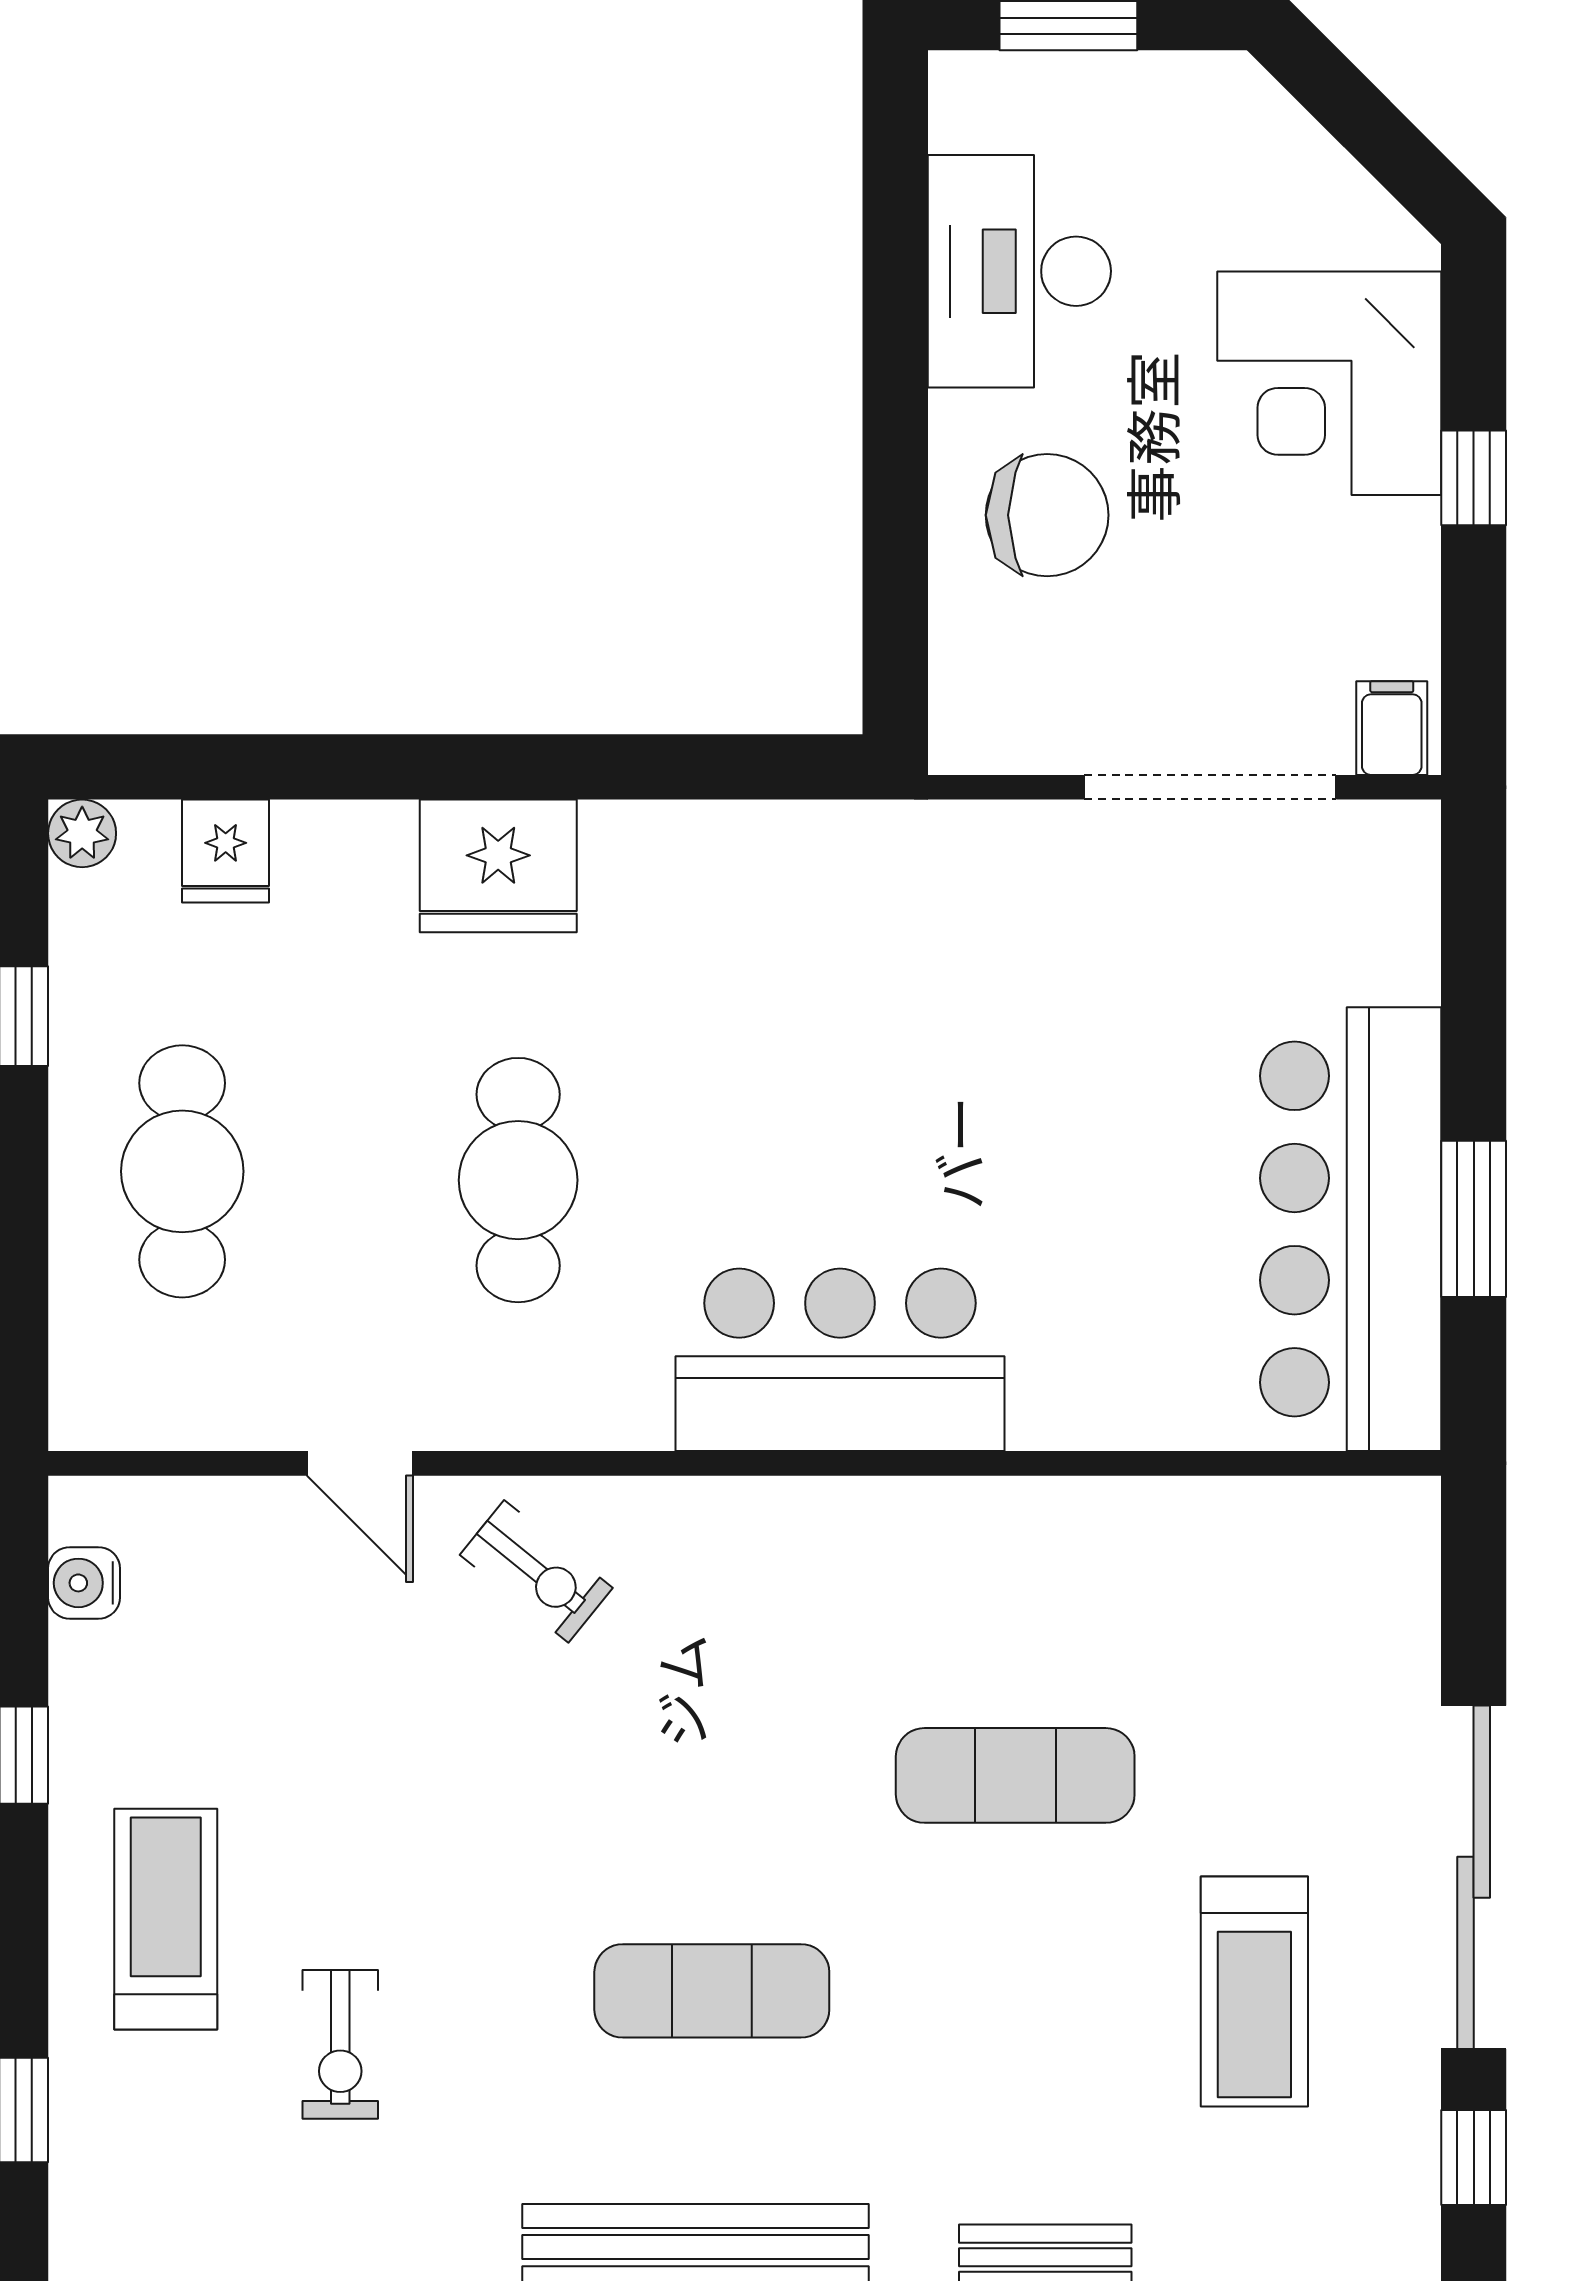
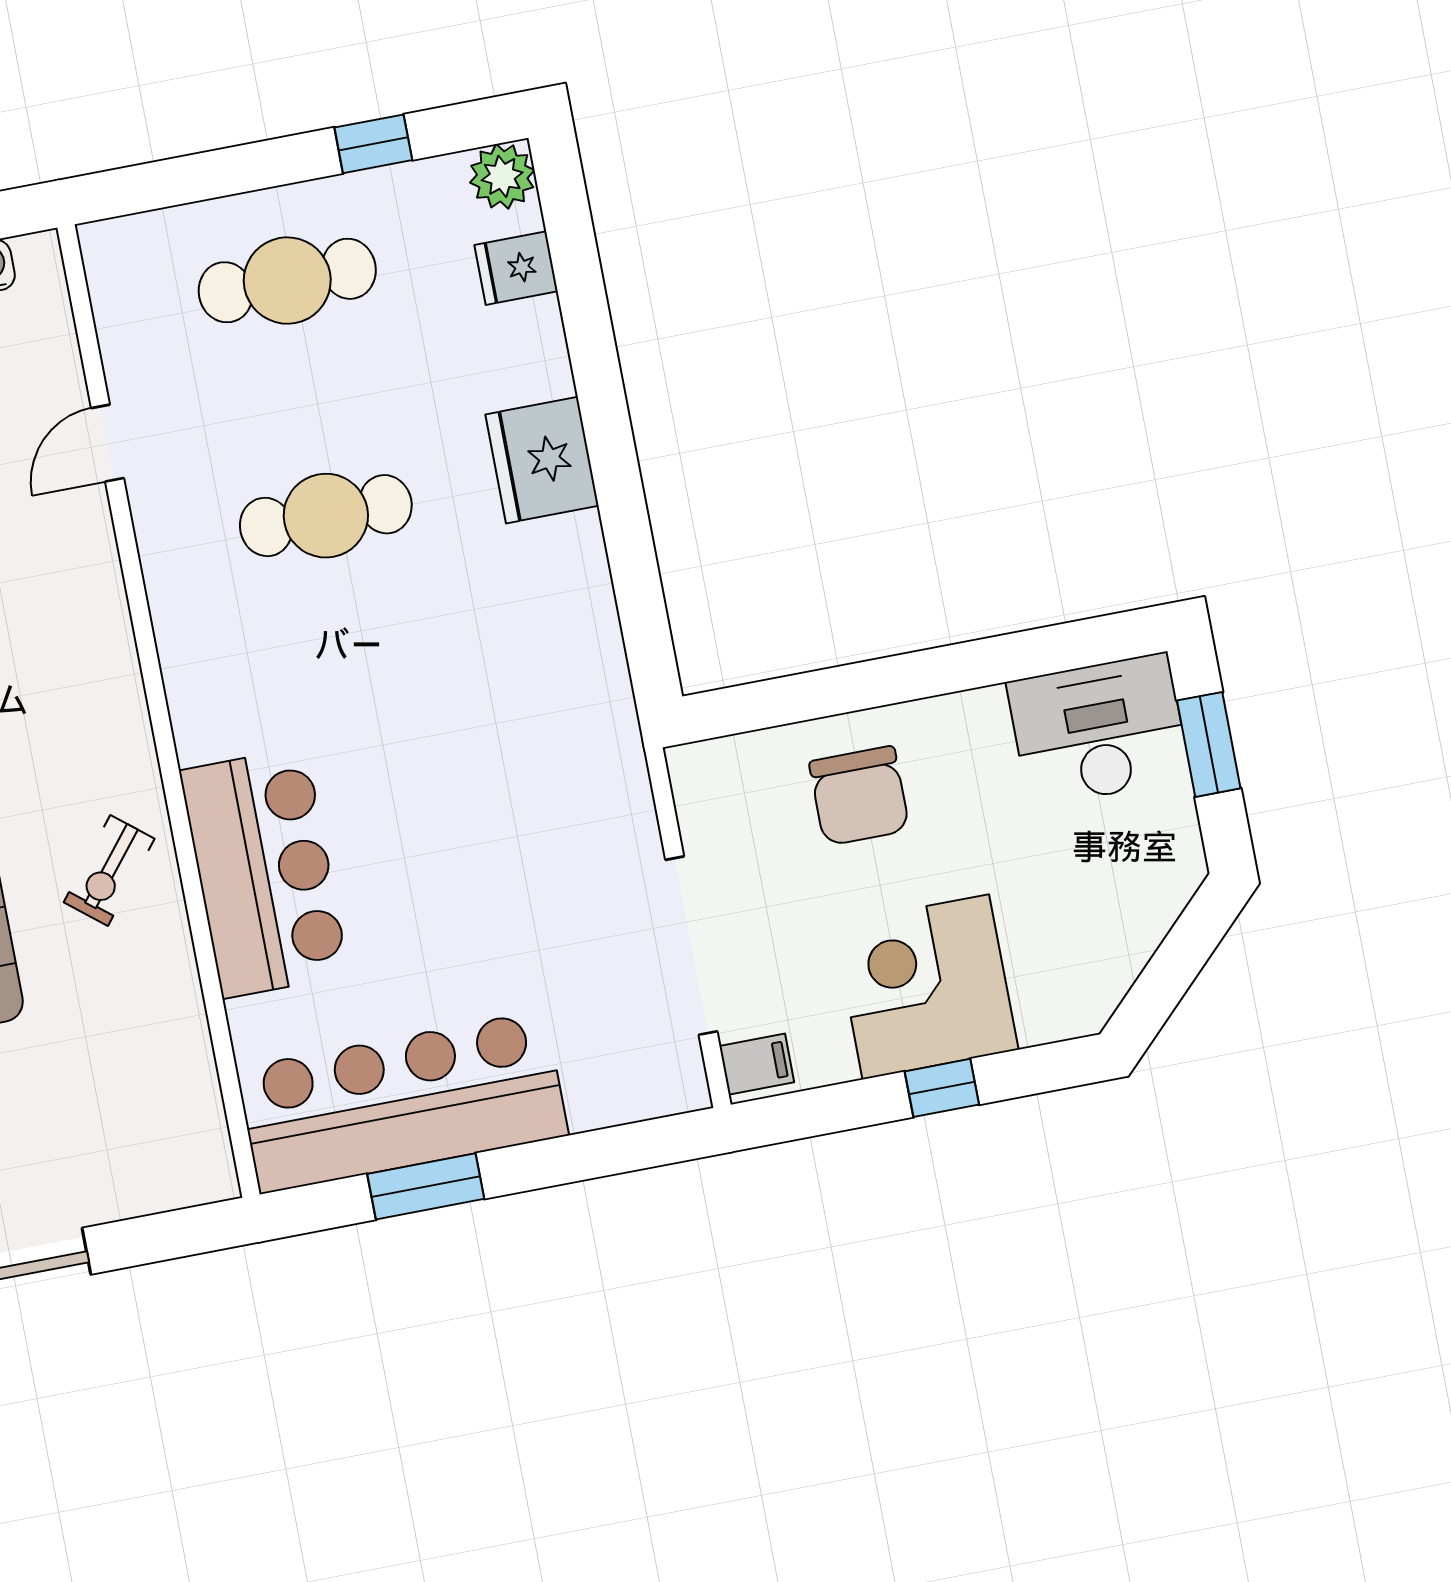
desk: (1019, 271) -> (1098, 730), moved
corner desk: (1329, 383) -> (926, 987), moved
plant: (82, 833) -> (502, 176), width x1.38, depth x1.38
bar counter: (840, 1360) -> (264, 873), moved
exercise bike: (536, 1571) -> (109, 870), moved

